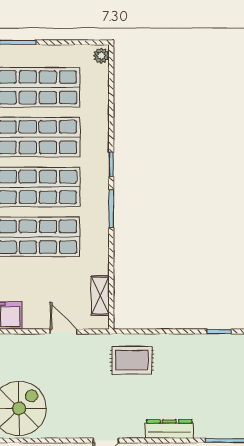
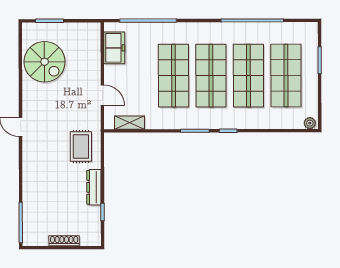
door: (64, 332) -> (102, 95), hinge flipped
dresser: (169, 429) -> (94, 187), moved, turned 180

